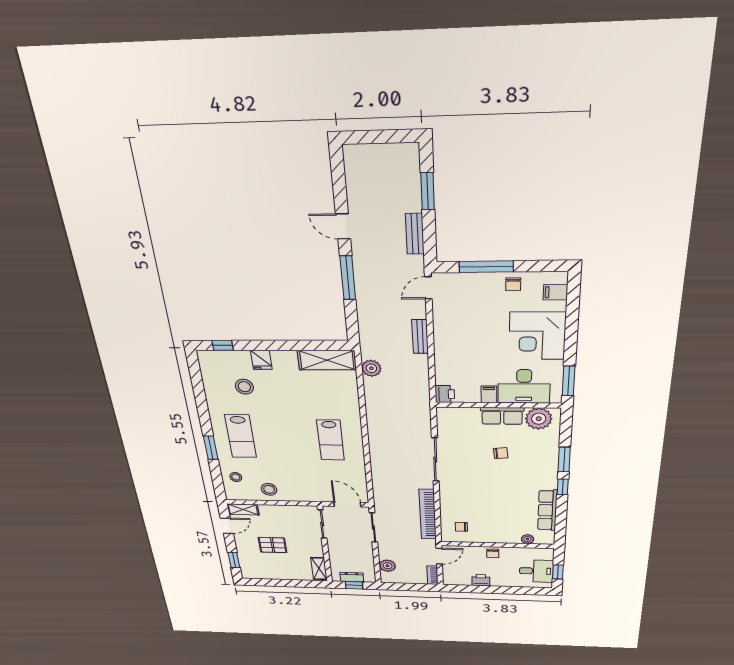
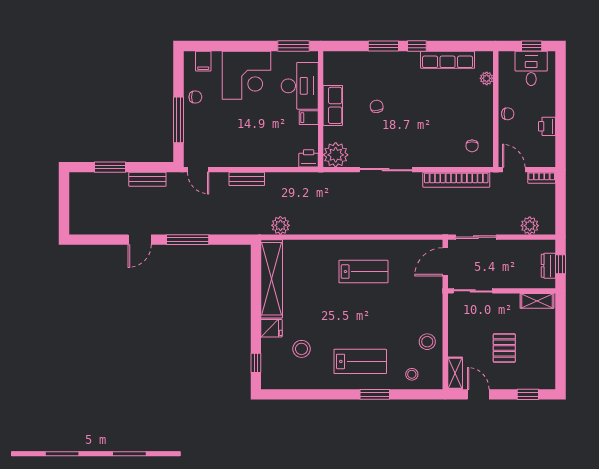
shelving: (327, 360) -> (272, 279), width x1.47
plant: (539, 419) -> (336, 155), moved

